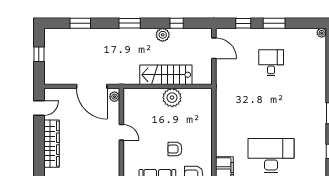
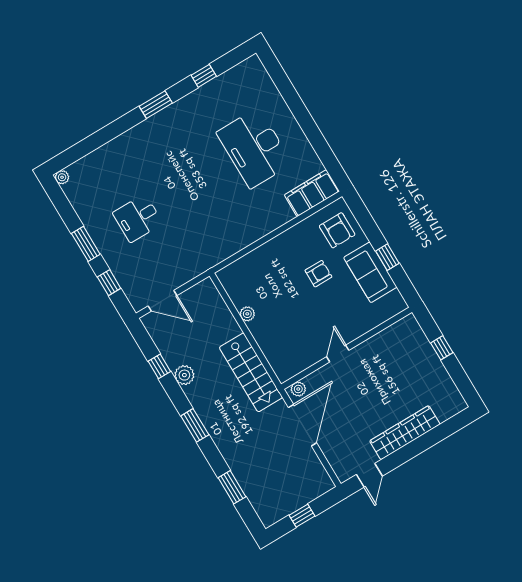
door: (214, 48) -> (163, 301), swing flipped
stairs: (166, 75) -> (251, 372), moved
plant: (172, 98) -> (247, 314), width x0.53, depth x0.53
door: (39, 108) -> (369, 475), swing flipped
armchair: (175, 149) -> (318, 274), turned -90

